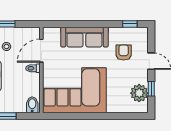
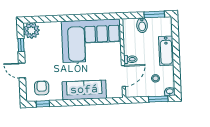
armchair: (124, 52) -> (42, 88), moved, turned 180
plant: (139, 93) -> (31, 31), moved
bidet: (32, 105) -> (142, 25), moved

